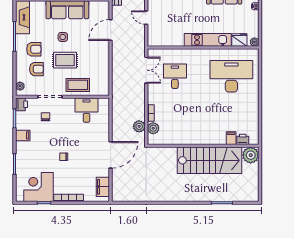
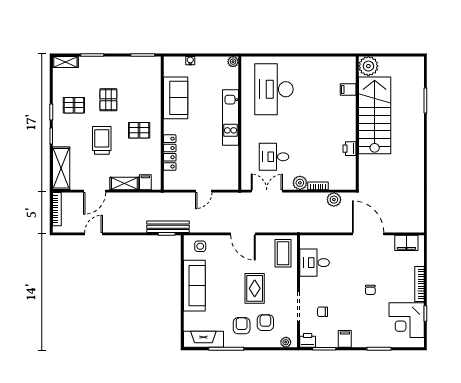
door: (111, 30) -> (243, 234), moved
side table: (63, 37) -> (200, 246), moved
fridge: (239, 40) -> (231, 80), removed
coffee table: (78, 85) -> (283, 253), moved
plant: (153, 128) -> (300, 183), moved
printer: (243, 139) -> (350, 149), moved

